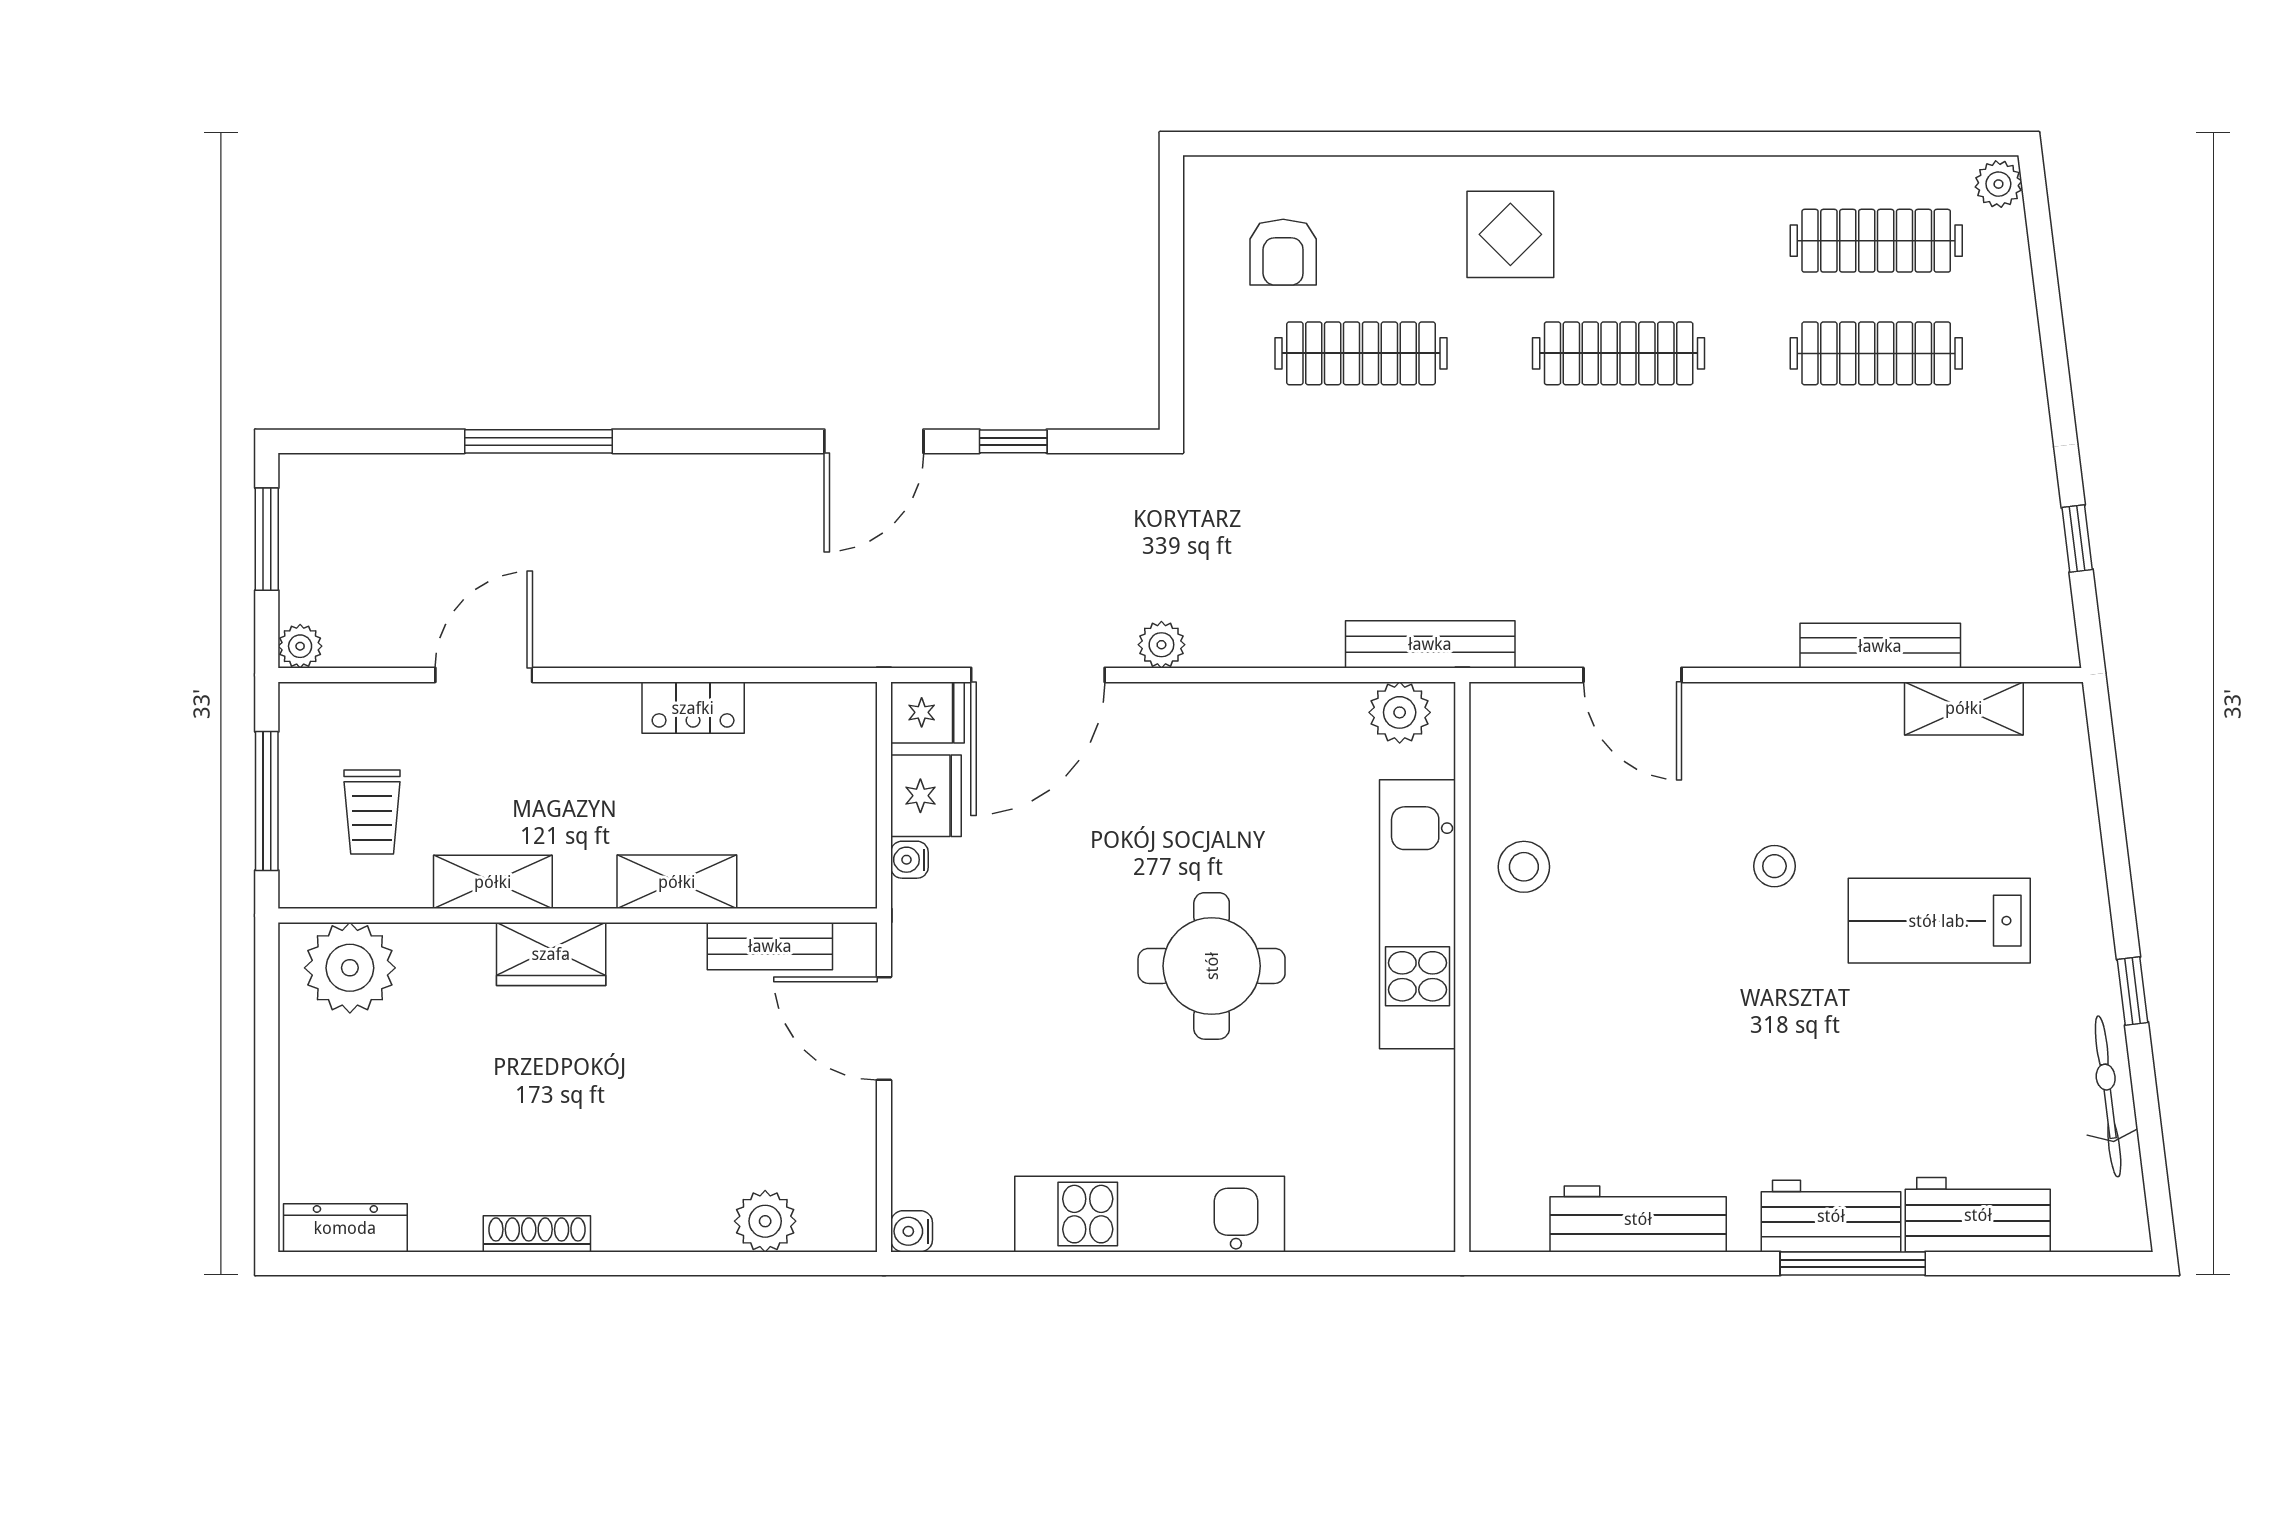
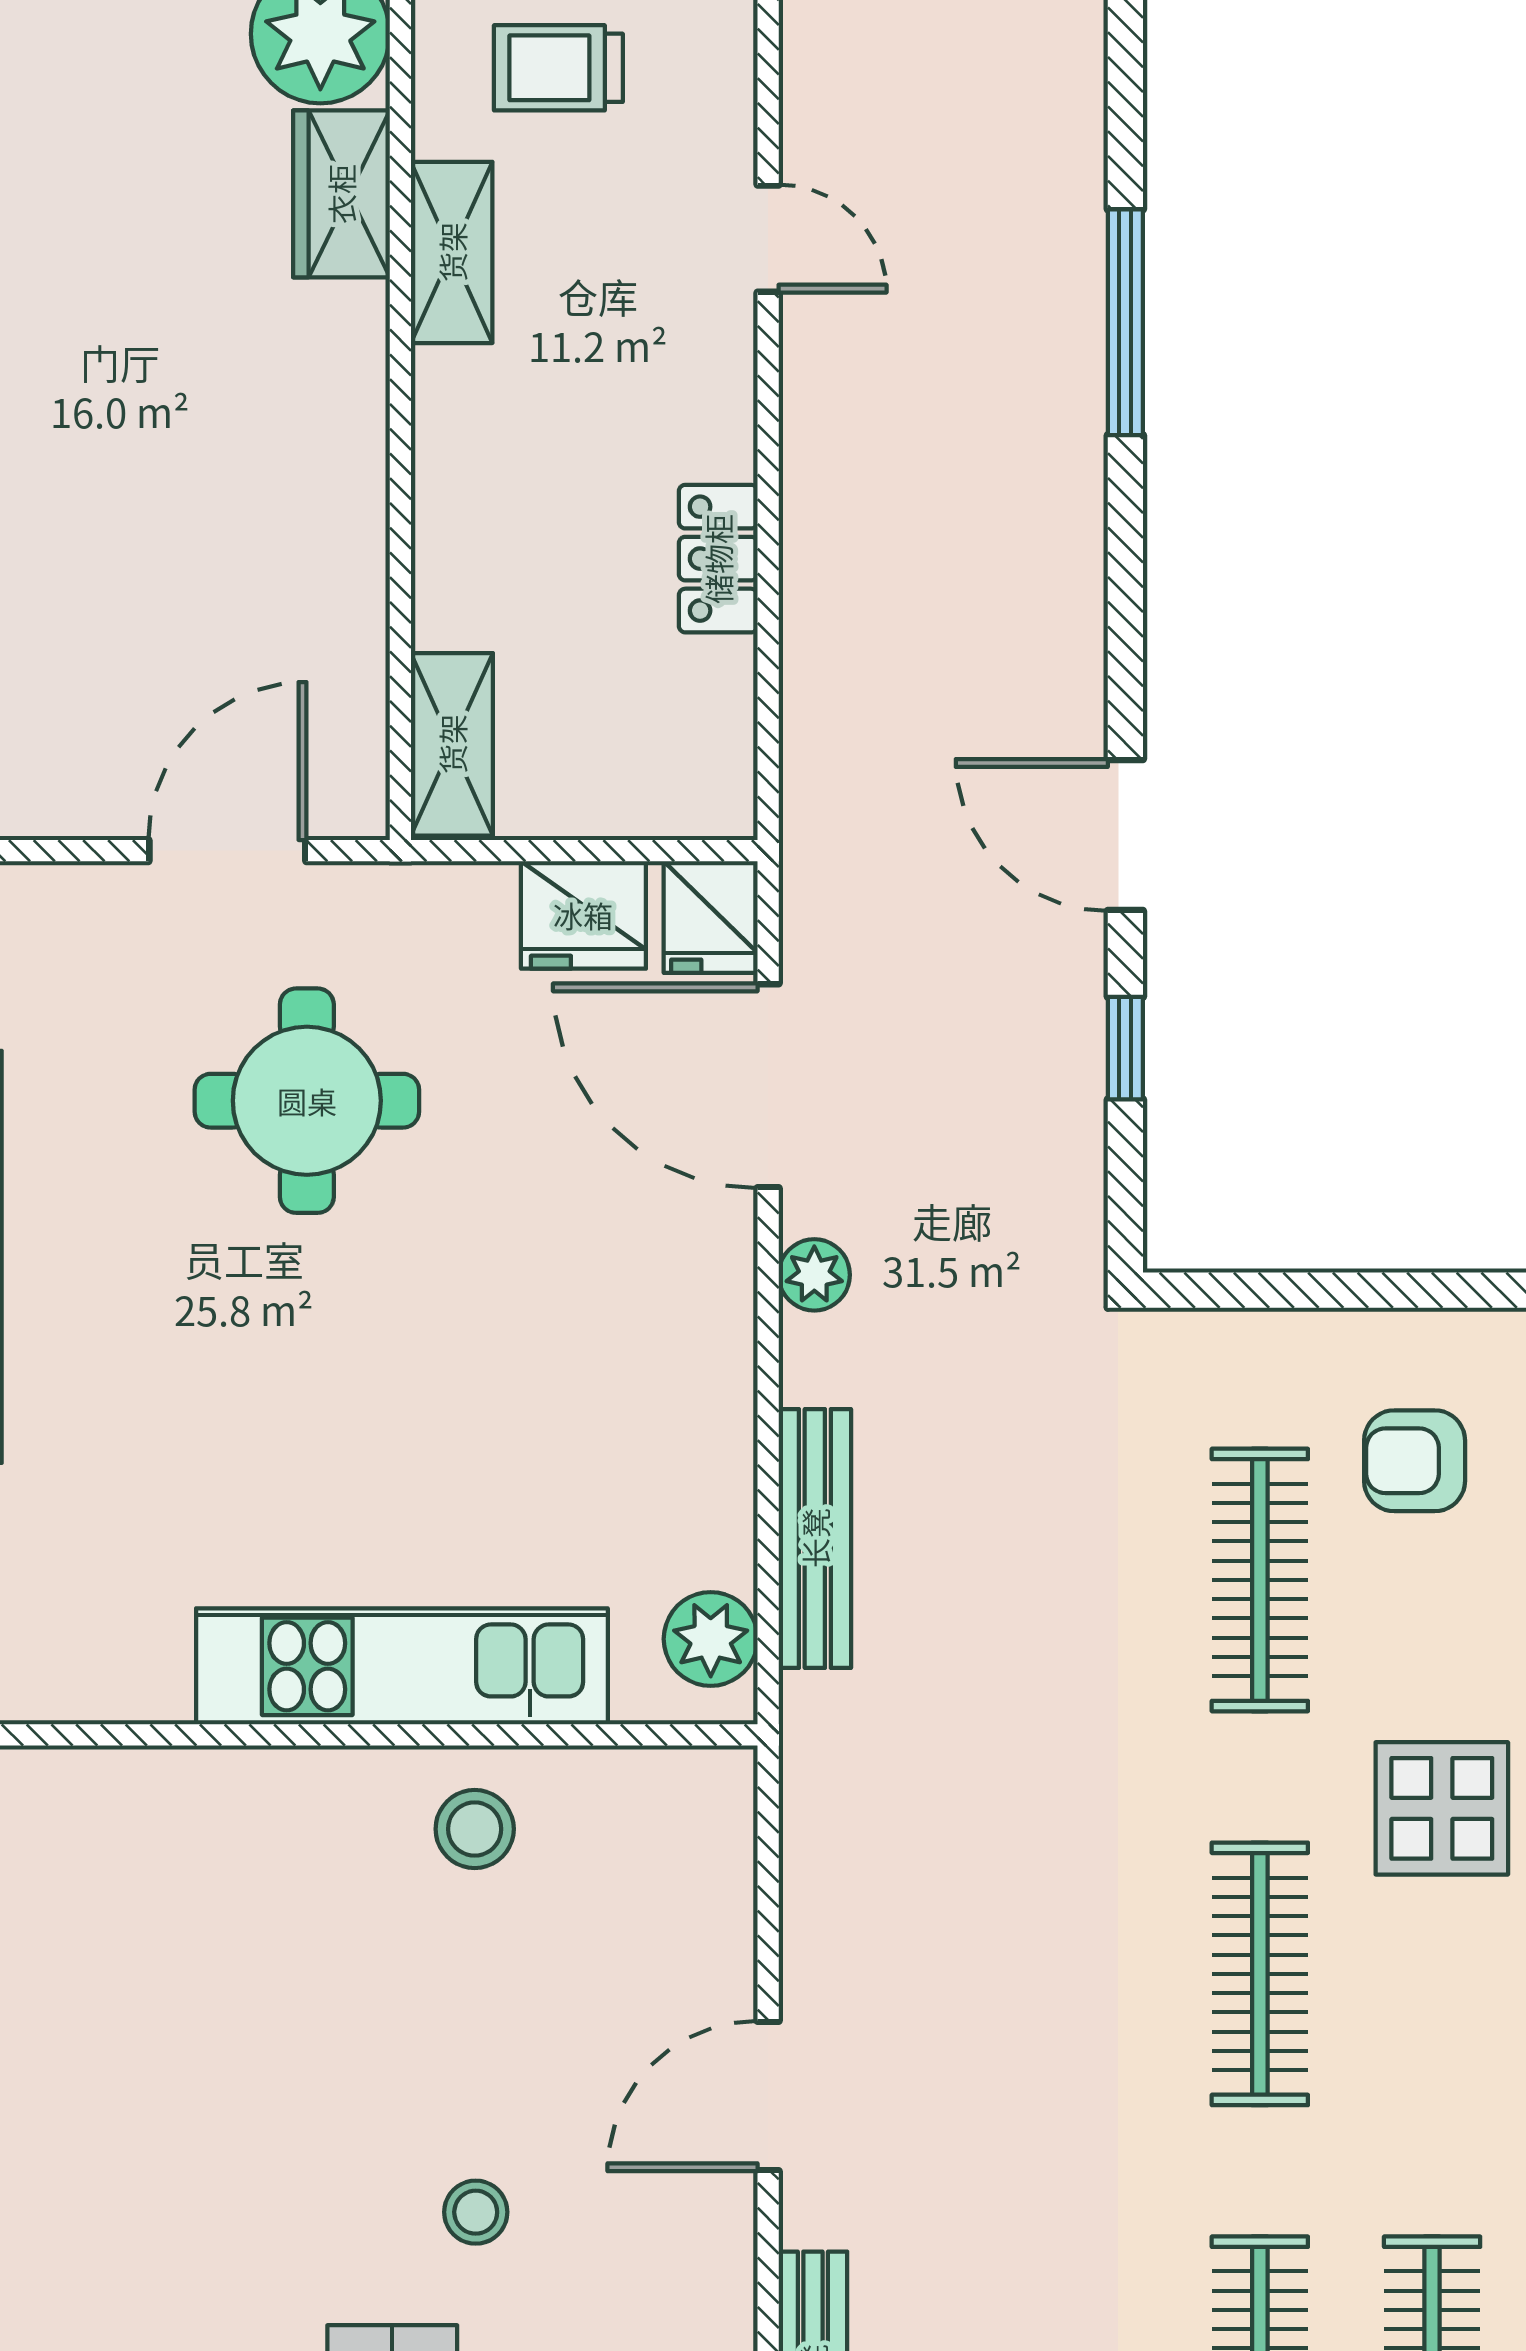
bench: (1430, 644) -> (815, 1538), moved
door: (484, 675) -> (768, 239), width x0.73
door: (1632, 675) -> (768, 2096), moved
water cooler: (909, 860) -> (486, 890), removed
shelving: (677, 882) -> (452, 744), moved
bench: (770, 946) -> (353, 676), removed
wardrobe: (551, 954) -> (341, 194), moved
round table: (1212, 966) -> (307, 1101), moved

